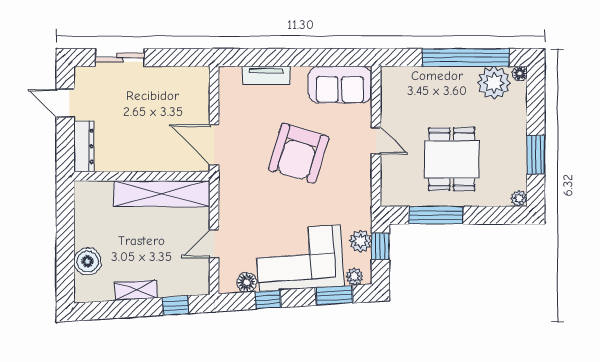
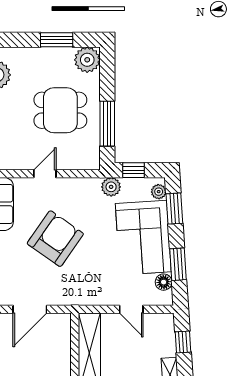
door: (214, 145) -> (30, 309), moved
armchair: (299, 153) -> (55, 239), turned -72
plant: (519, 198) -> (87, 60), width x1.88, depth x1.88
plant: (360, 241) -> (111, 187), moved
window: (268, 300) -> (178, 264), width x1.50

